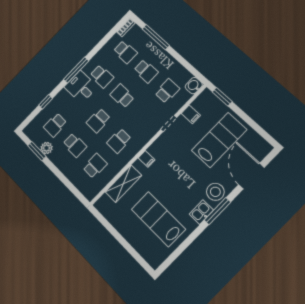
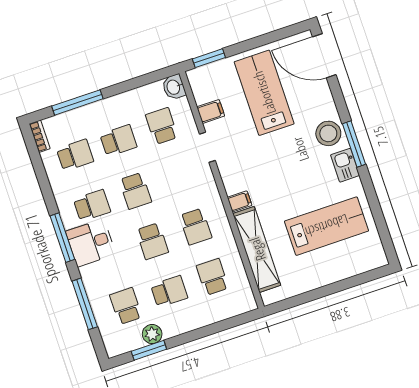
school desk: (122, 96) -> (135, 191), turned -90
window: (46, 102) -> (85, 304), width x2.17
school desk: (55, 125) -> (126, 306), turned 180
door: (251, 176) -> (324, 56), moved
shelving: (123, 184) -> (257, 249), width x1.47
lab bench: (158, 219) -> (327, 226), turned 180

